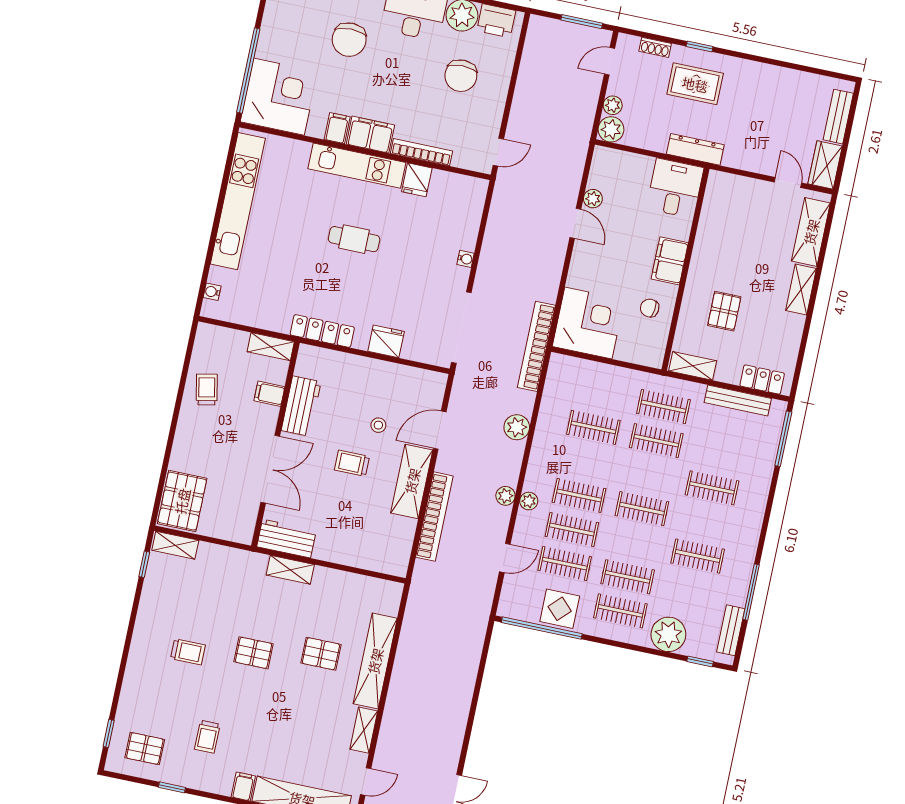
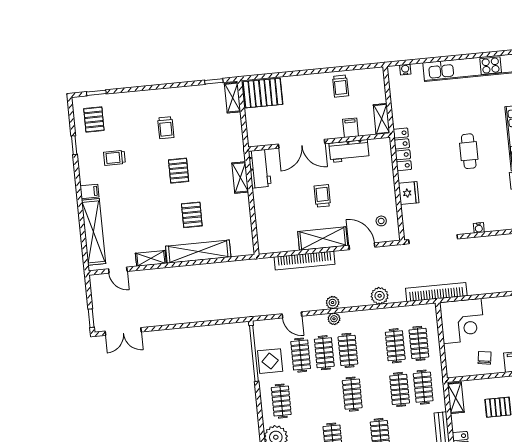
trolley: (207, 389) -> (340, 86), turned 101
stool: (378, 425) -> (381, 221), moved
clothes rail: (628, 577) -> (419, 343), moved

